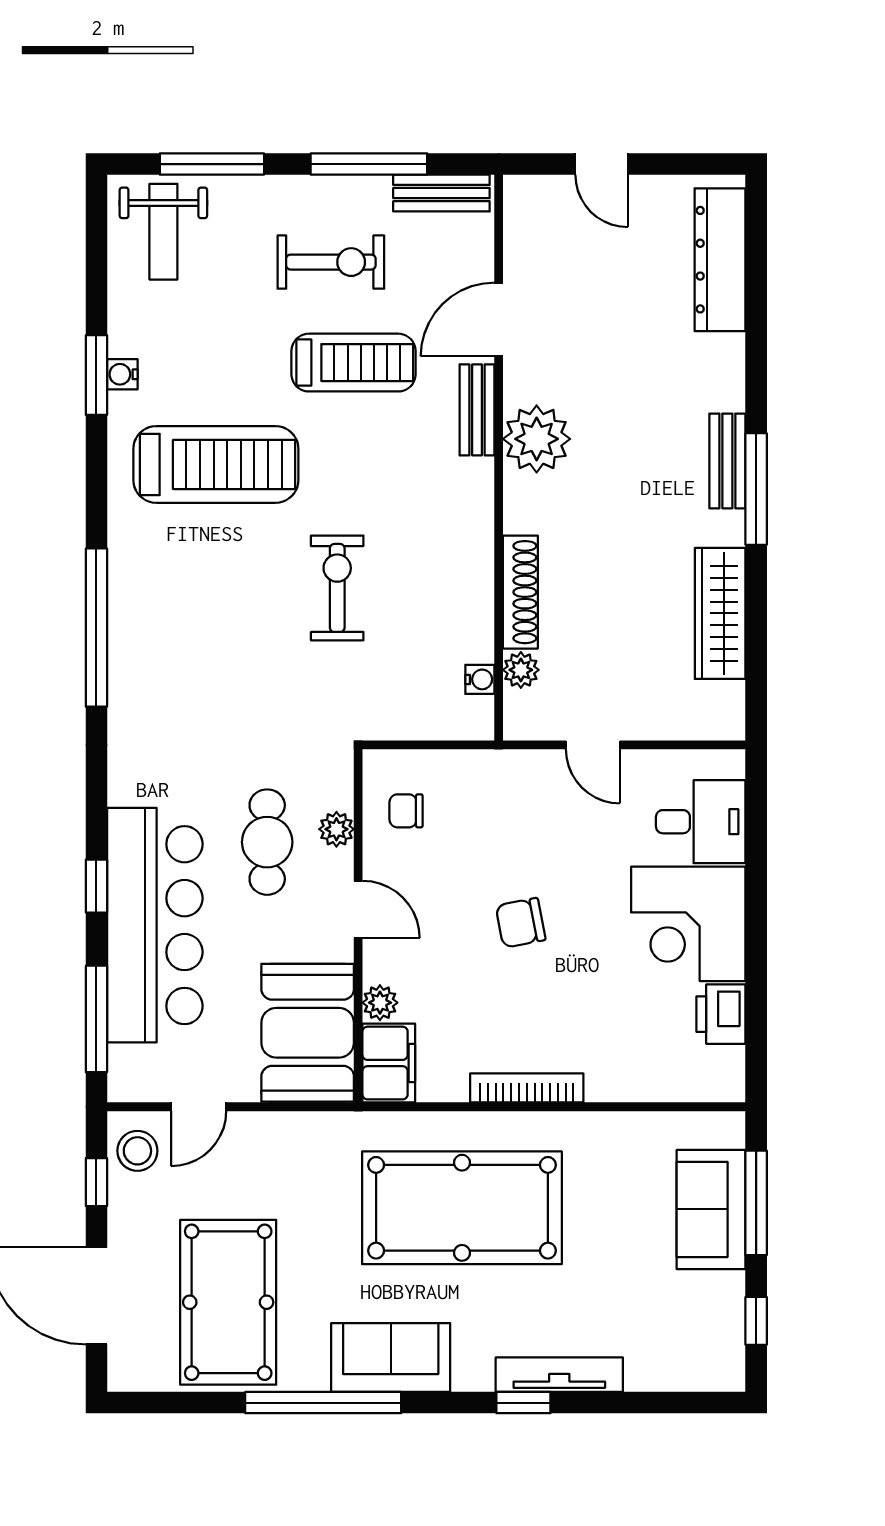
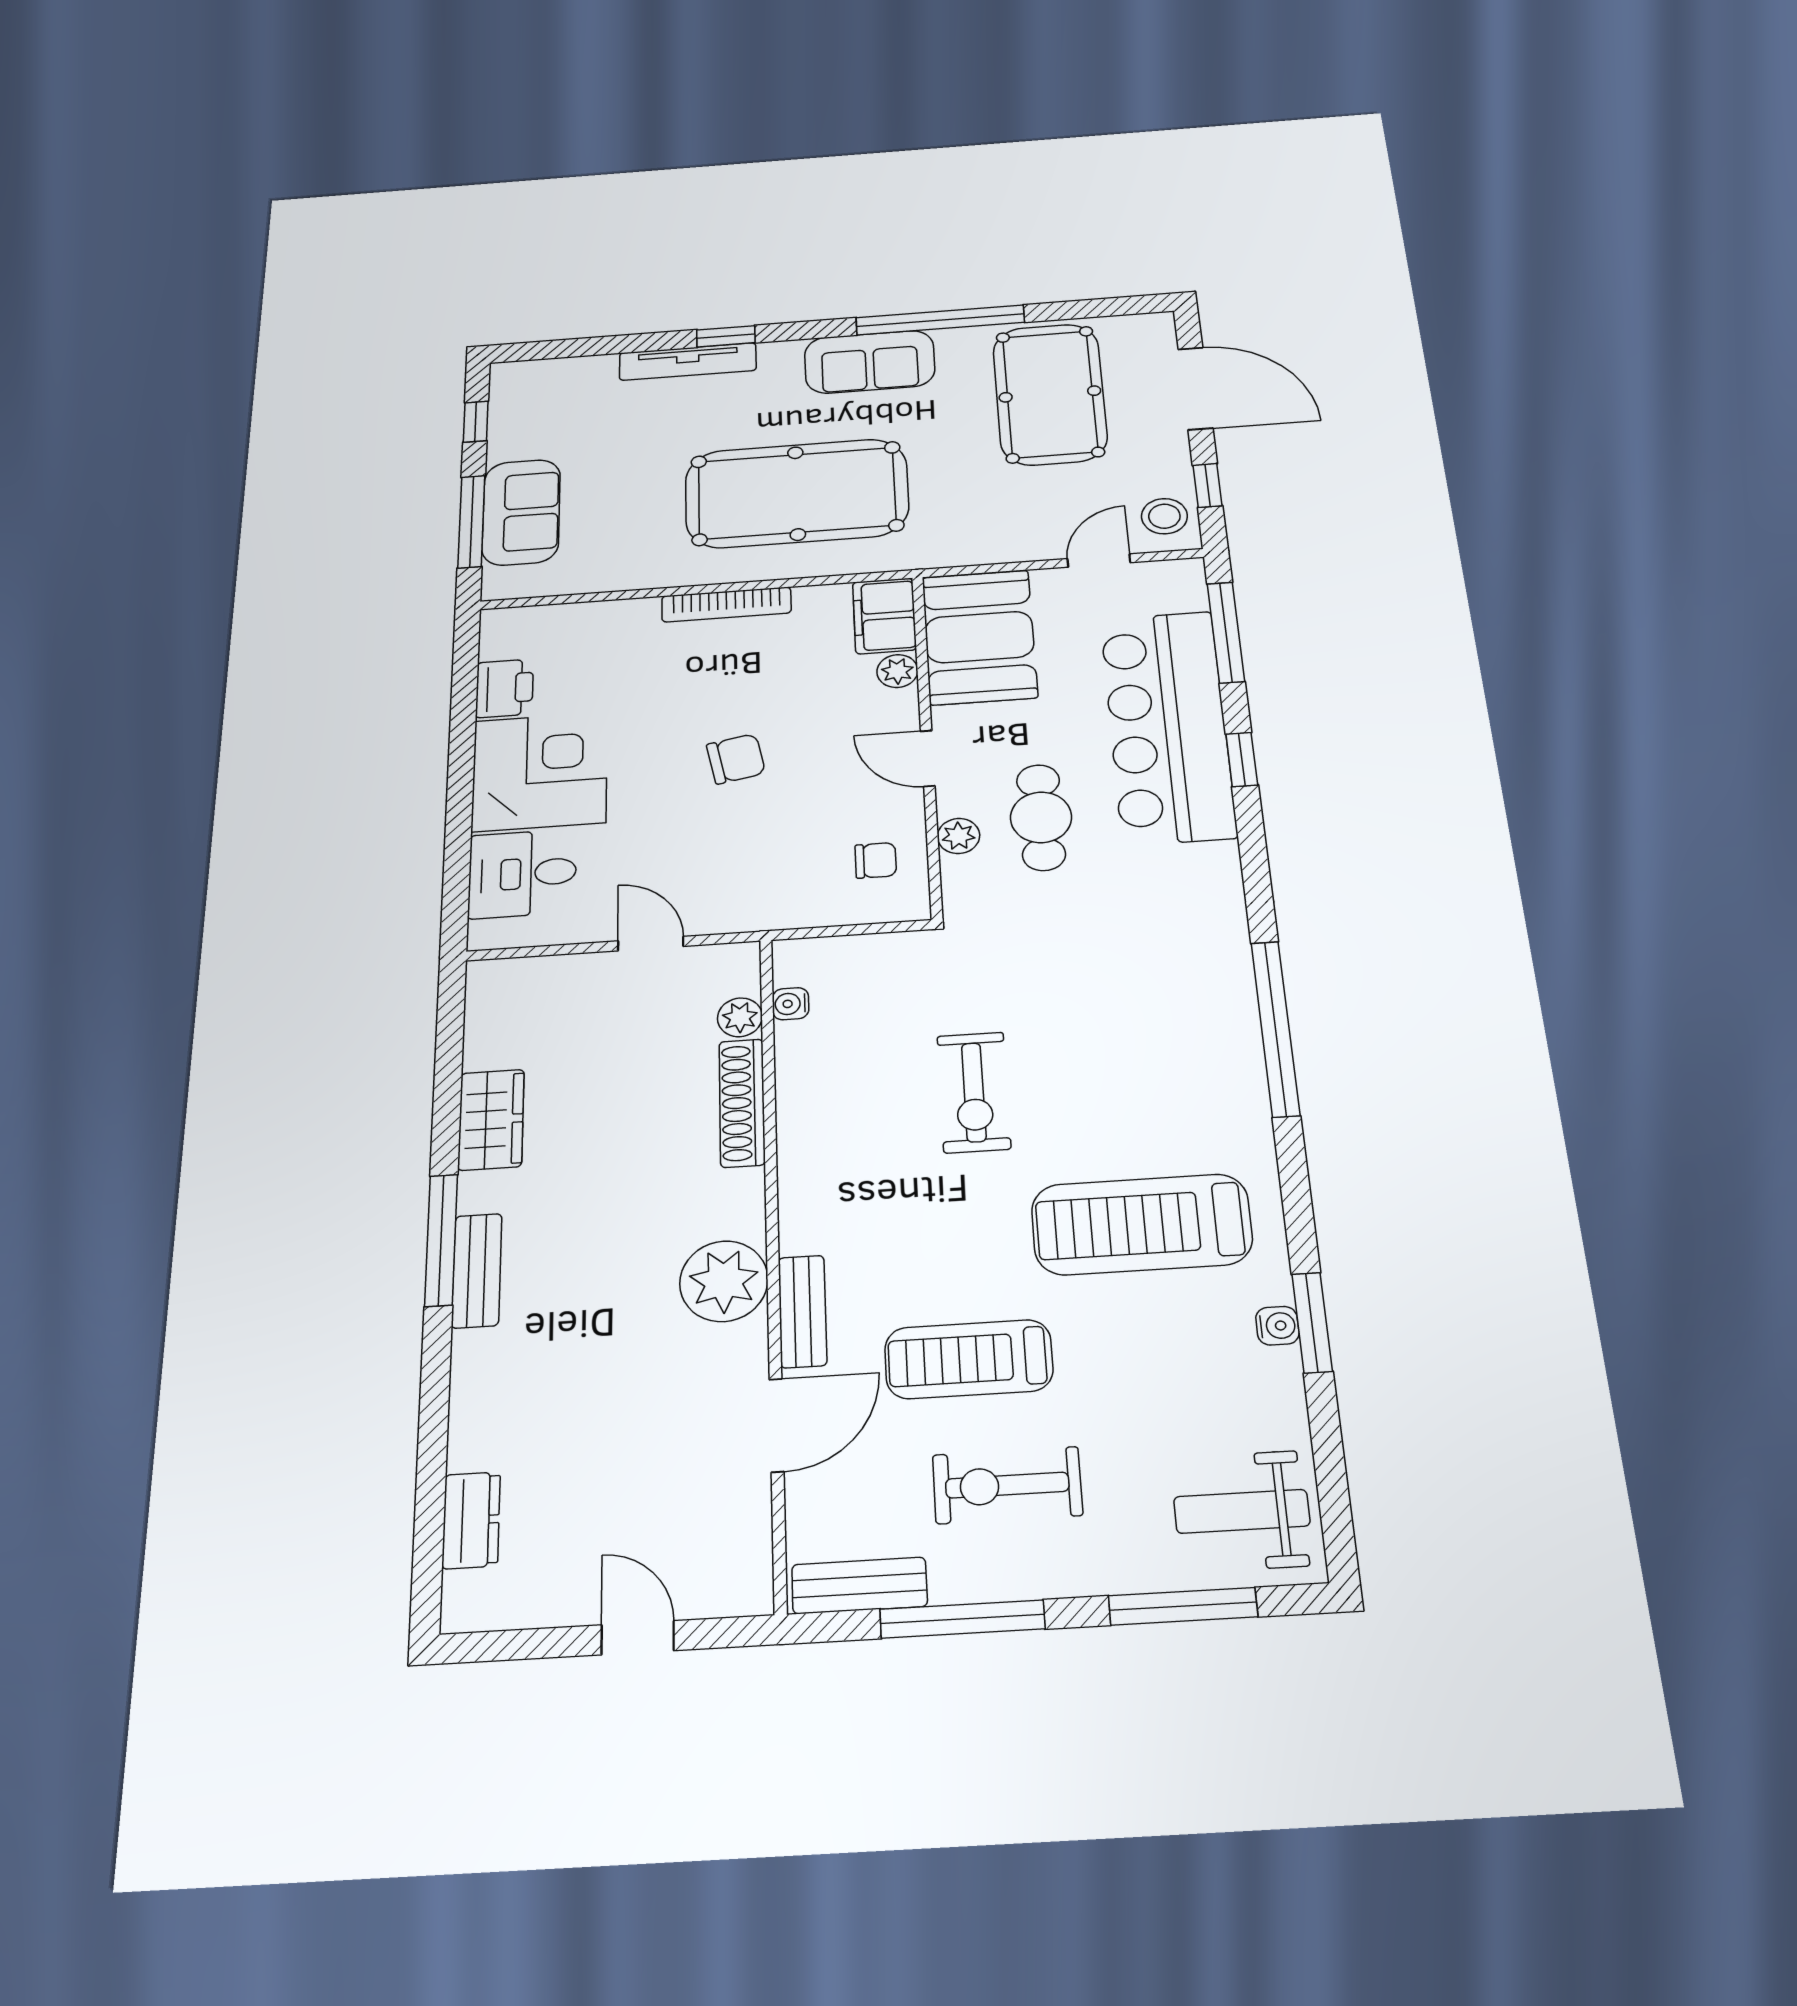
weight bench: (163, 232) -> (1242, 1511), turned -90
dresser: (720, 260) -> (471, 1520), width x0.51, depth x0.80
wardrobe: (720, 613) -> (491, 1120), width x0.67

